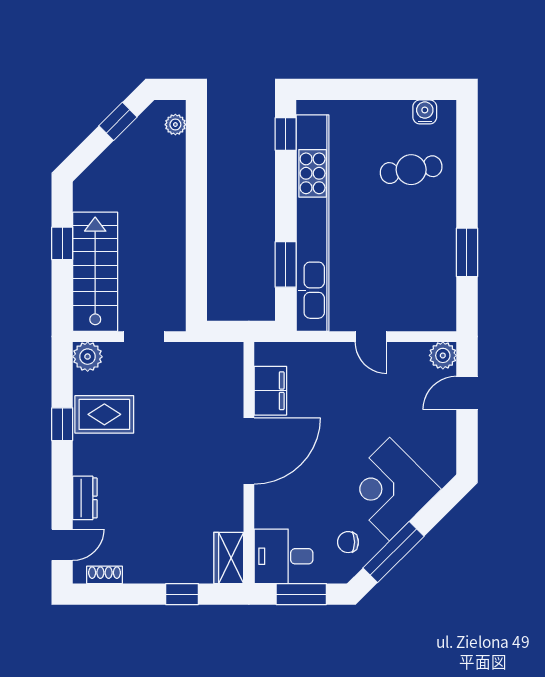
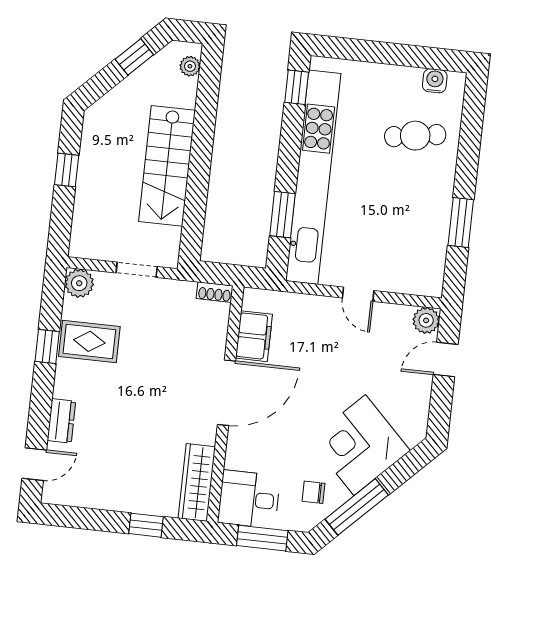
stairs: (95, 272) -> (167, 166), moved, turned 180
wardrobe: (229, 558) -> (197, 482), width x1.50
shoe rack: (105, 575) -> (215, 292), moved, turned 180

